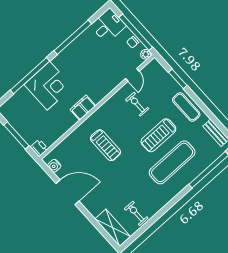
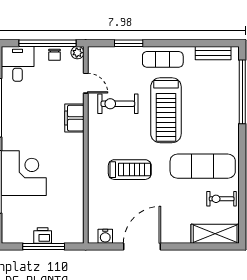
exercise bike: (137, 104) -> (118, 104), width x1.38, depth x1.39
filing cabinet: (83, 108) -> (74, 118), moved
treadmill: (158, 135) -> (166, 110), width x1.37, depth x1.38
printer: (39, 148) -> (43, 235), moved
exercise mat: (172, 162) -> (203, 166), moved, turned 90

